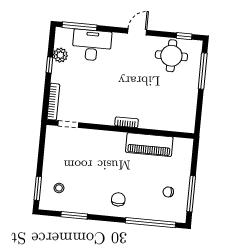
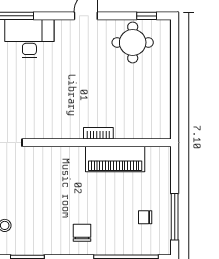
window: (203, 71) -> (175, 58), removed
bookcase: (127, 122) -> (98, 133), moved

